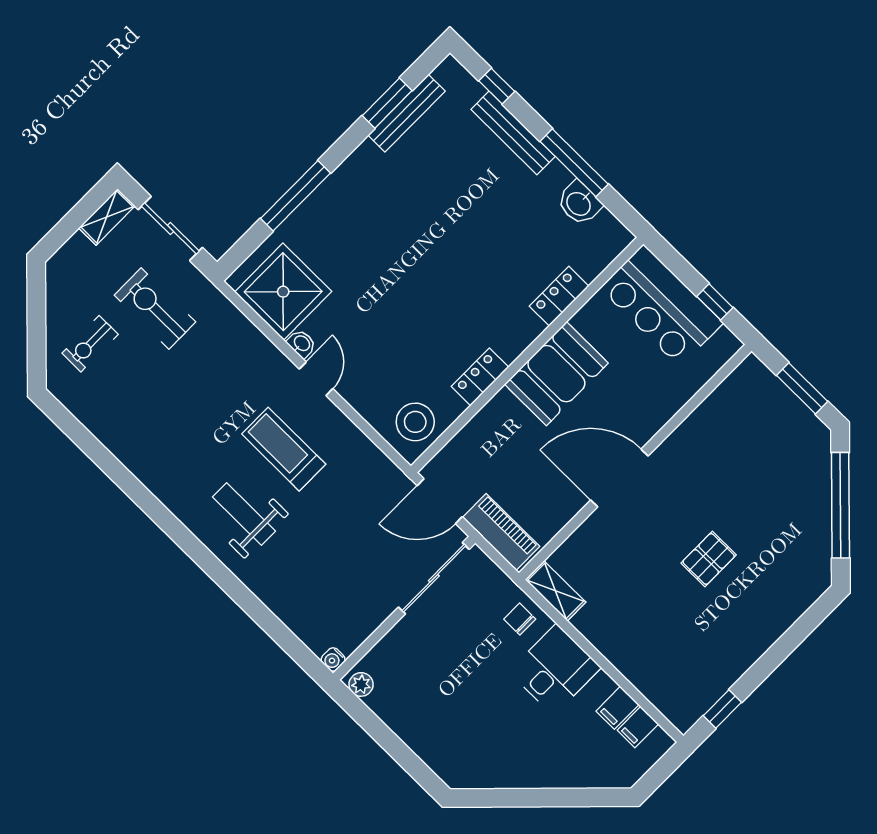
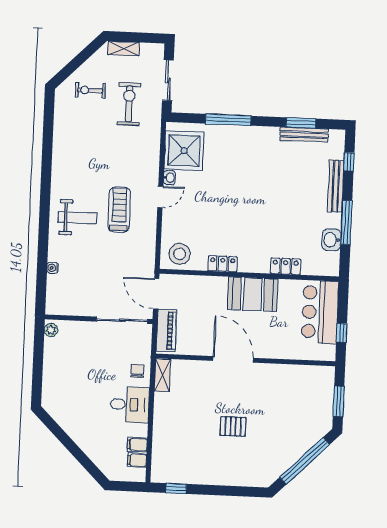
shelving: (107, 217) -> (124, 49), moved
weight bench: (244, 514) -> (78, 218), turned 90
water cooler: (333, 659) -> (53, 268), moved

